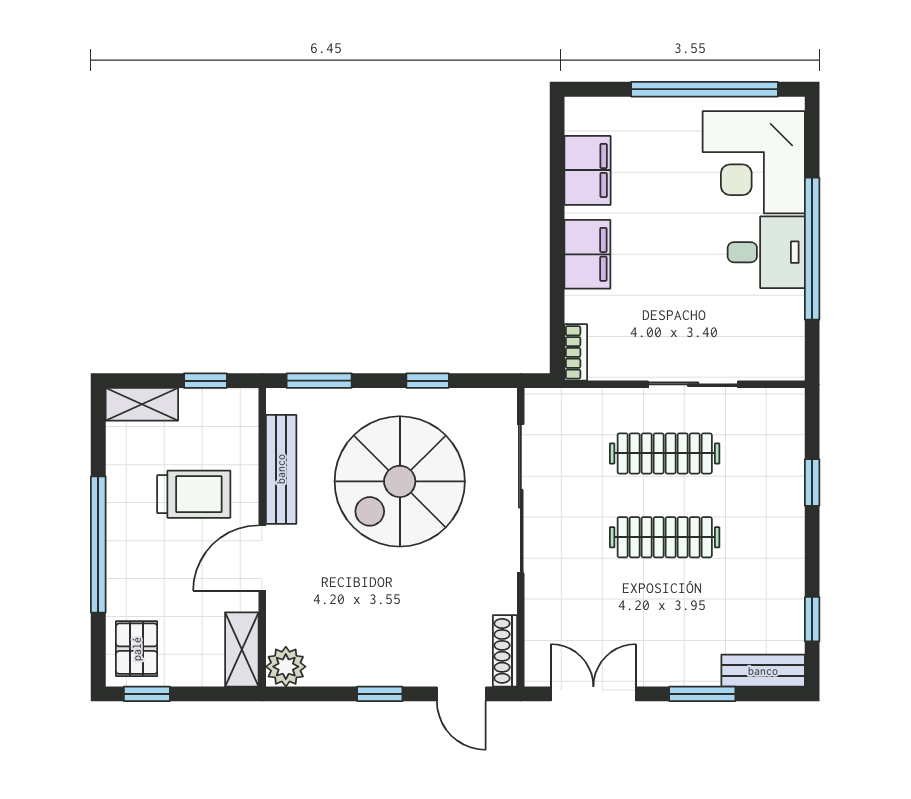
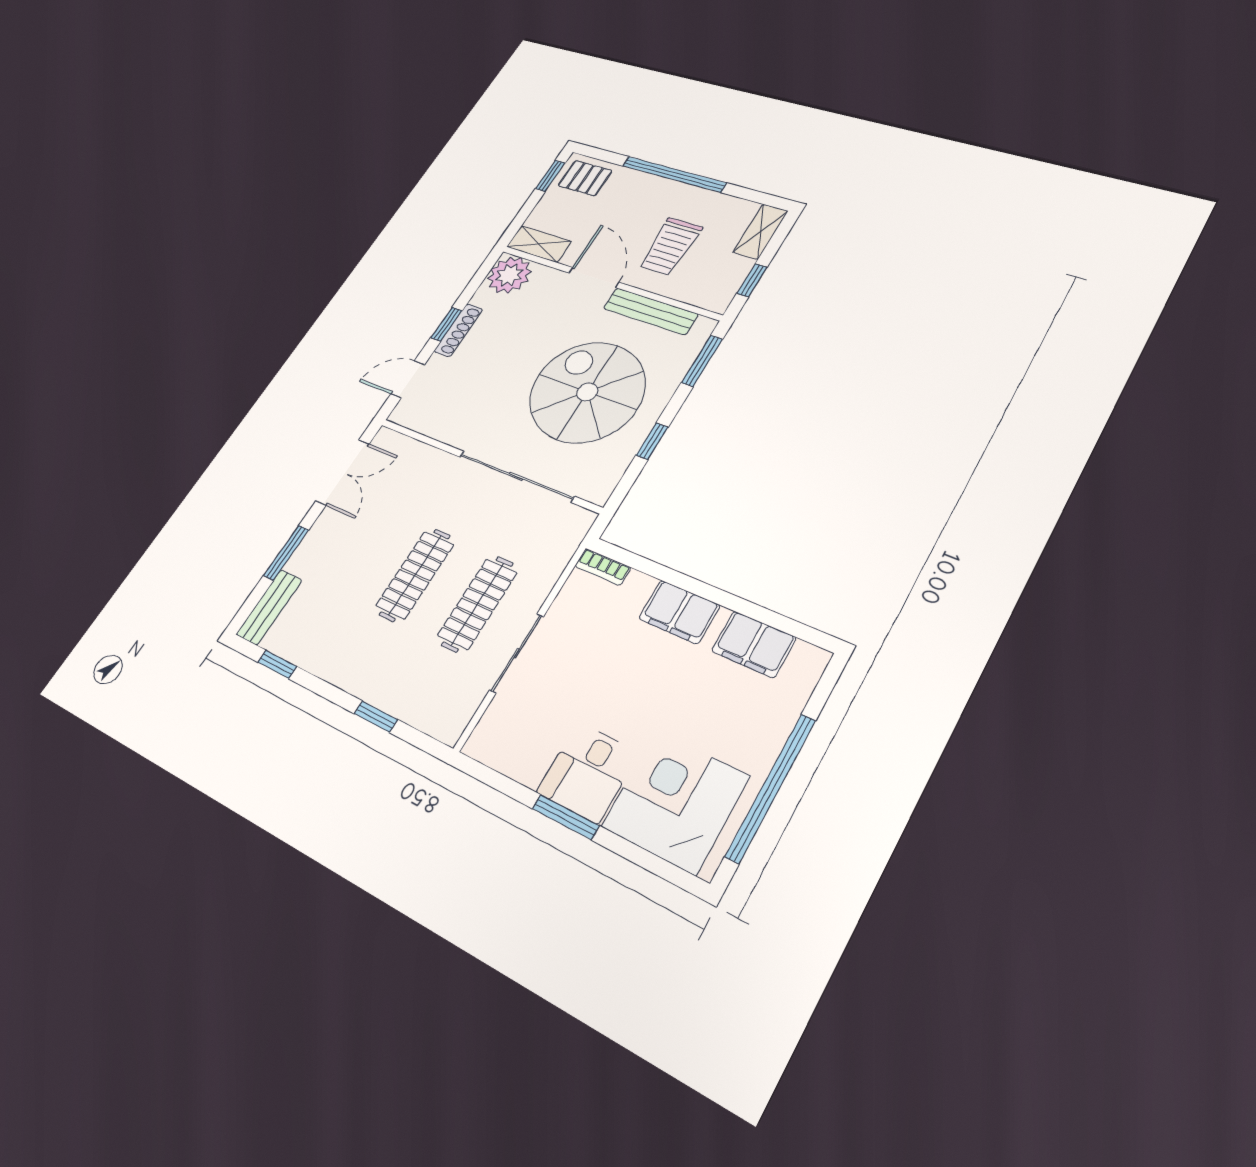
window: (812, 249) -> (566, 817), width x0.47
shoe rack: (505, 651) -> (458, 330), moved, turned 90
plant: (286, 667) -> (509, 275), width x1.36, depth x1.36

